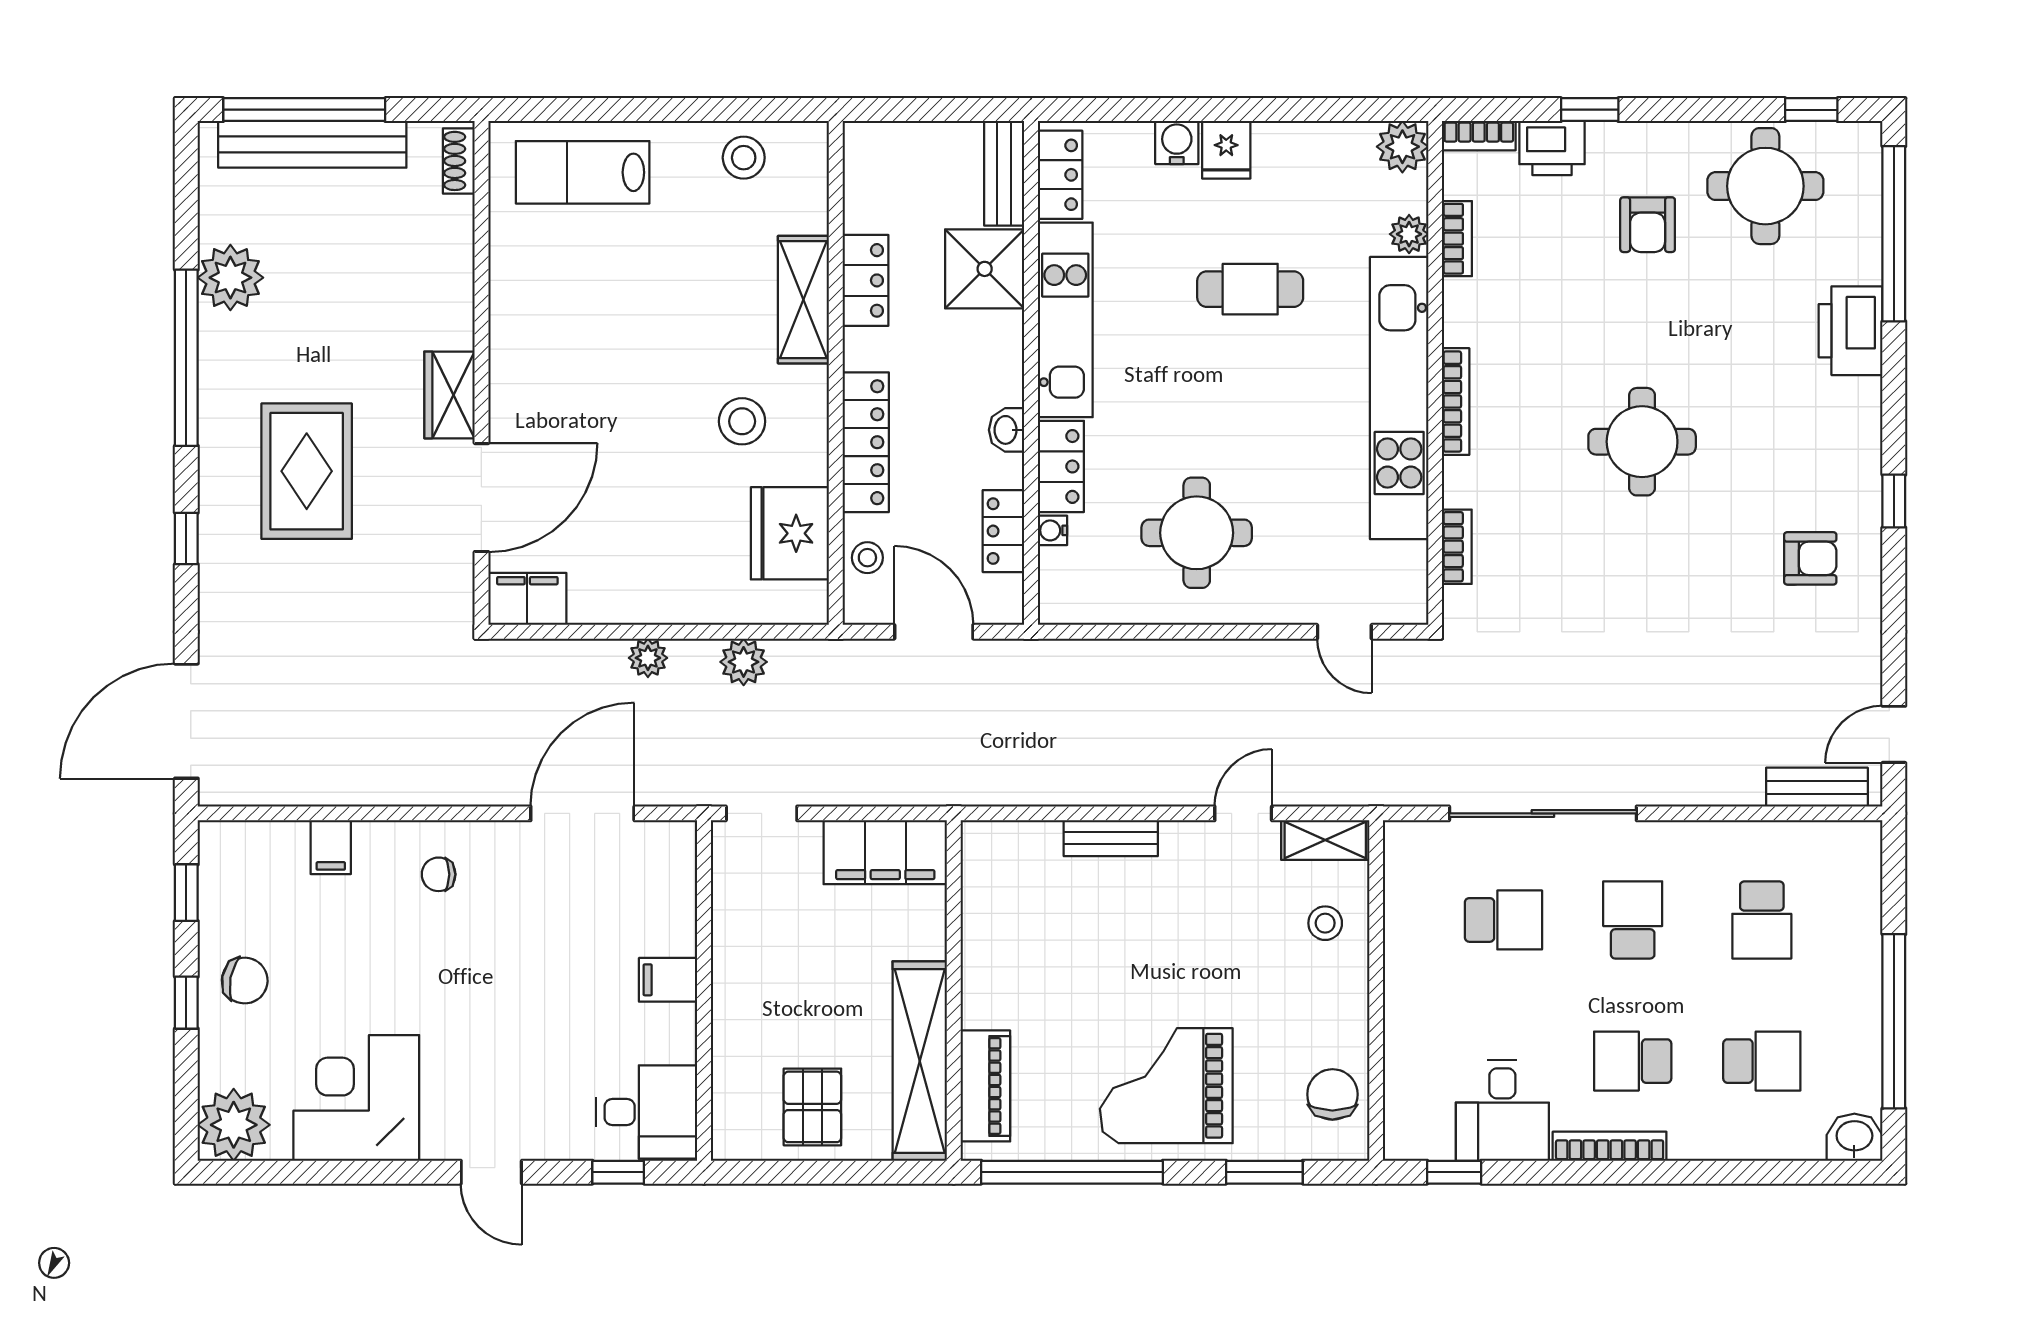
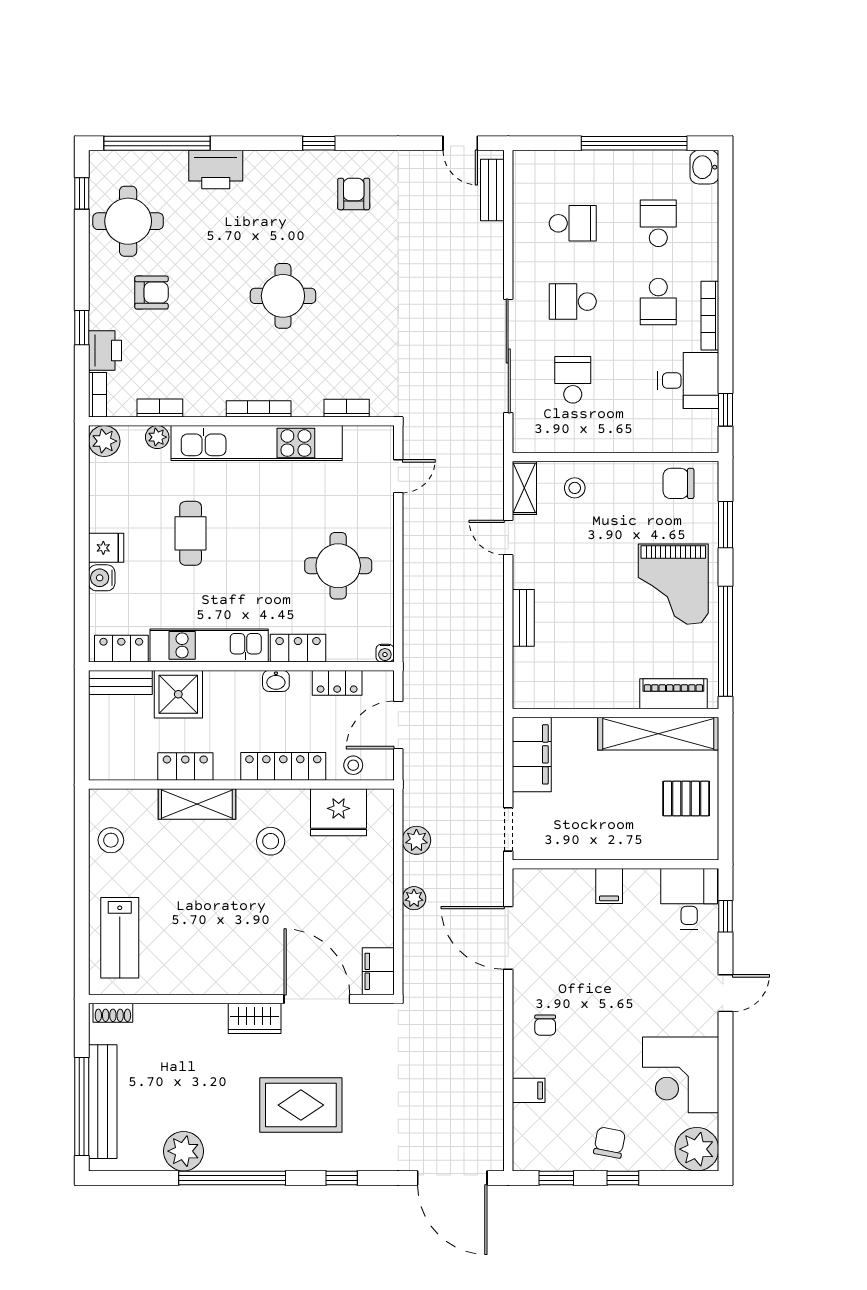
water cooler: (1052, 530) -> (385, 653), moved

